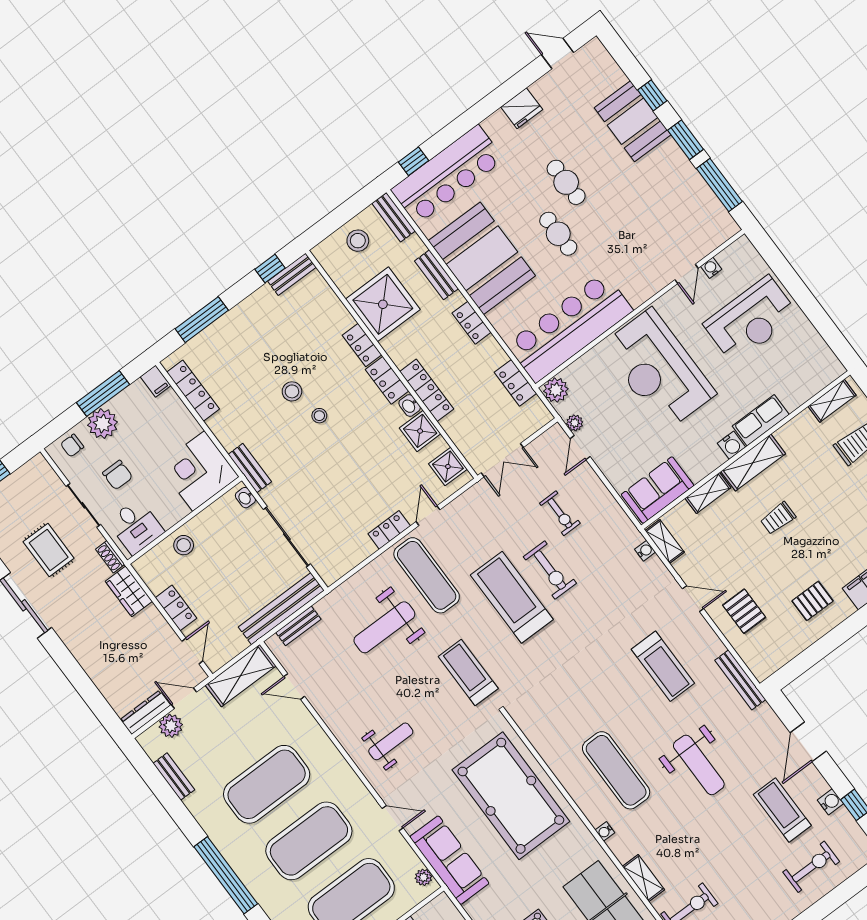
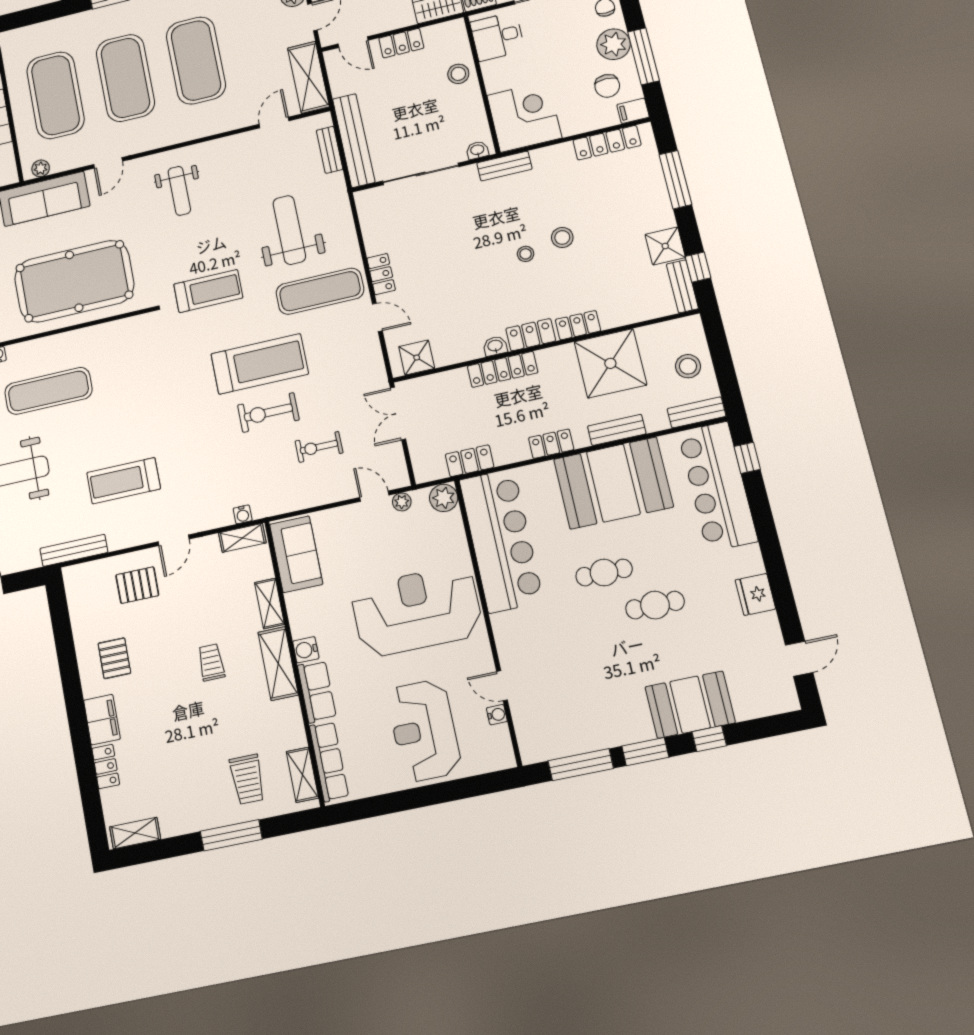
row of seats: (811, 384) -> (329, 761), added
shower: (420, 431) -> (665, 246), moved
chair: (118, 475) -> (607, 86), moved, turned -90

